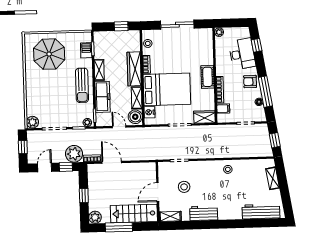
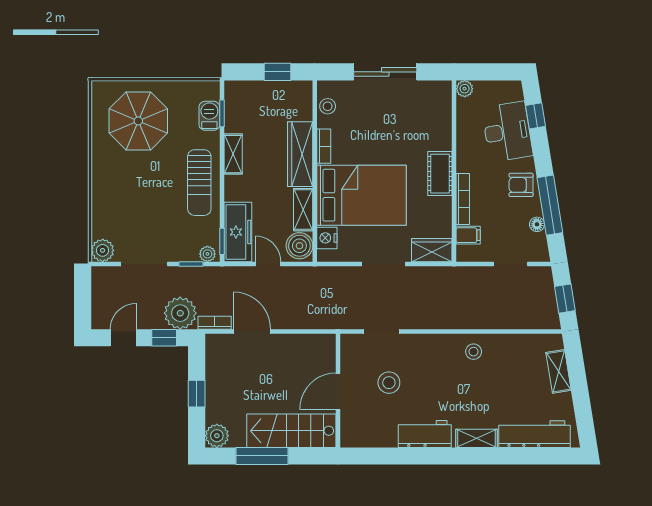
freezer: (102, 97) -> (238, 232), moved
window: (23, 147) -> (83, 298), removed
shelving: (170, 216) -> (477, 438), moved

